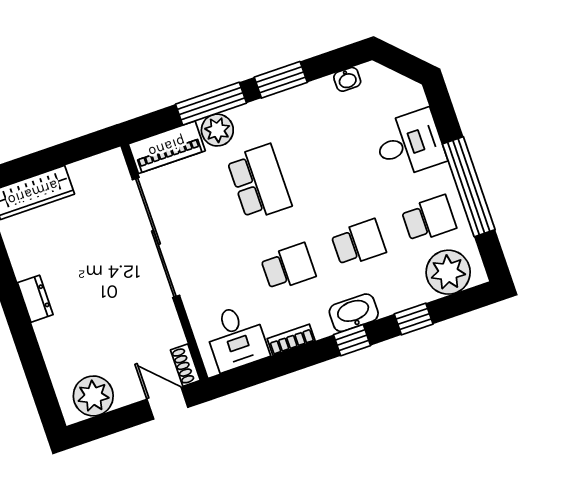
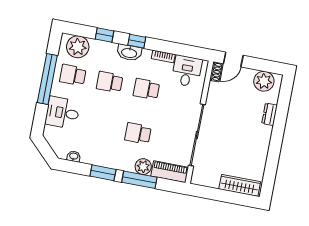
school desk: (259, 182) -> (138, 133), width x0.54
dresser: (35, 299) -> (270, 114), moved
door: (167, 403) -> (233, 60), hinge flipped

